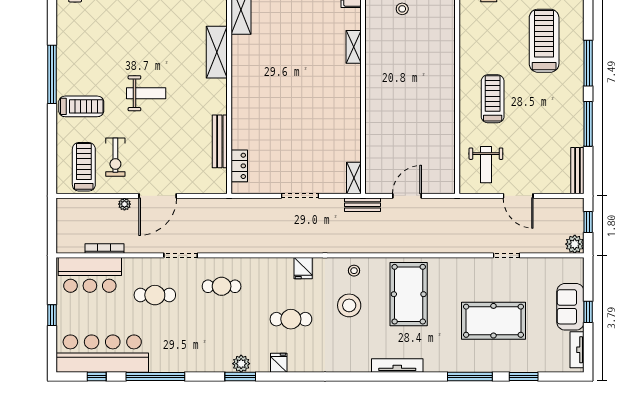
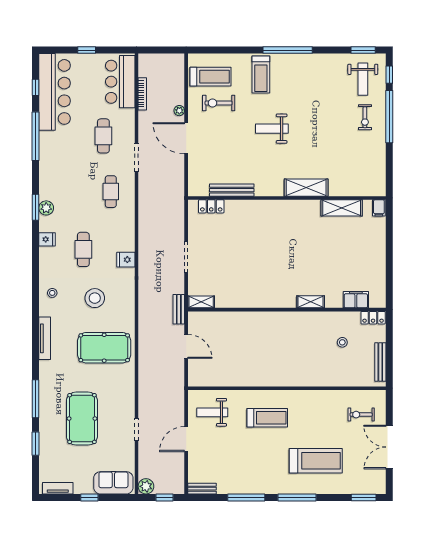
weight bench: (146, 93) -> (272, 129), turned 90
bench: (577, 171) -> (202, 489), width x0.73
stool: (354, 271) -> (52, 293), moved
sofa: (570, 307) -> (113, 483), moved

